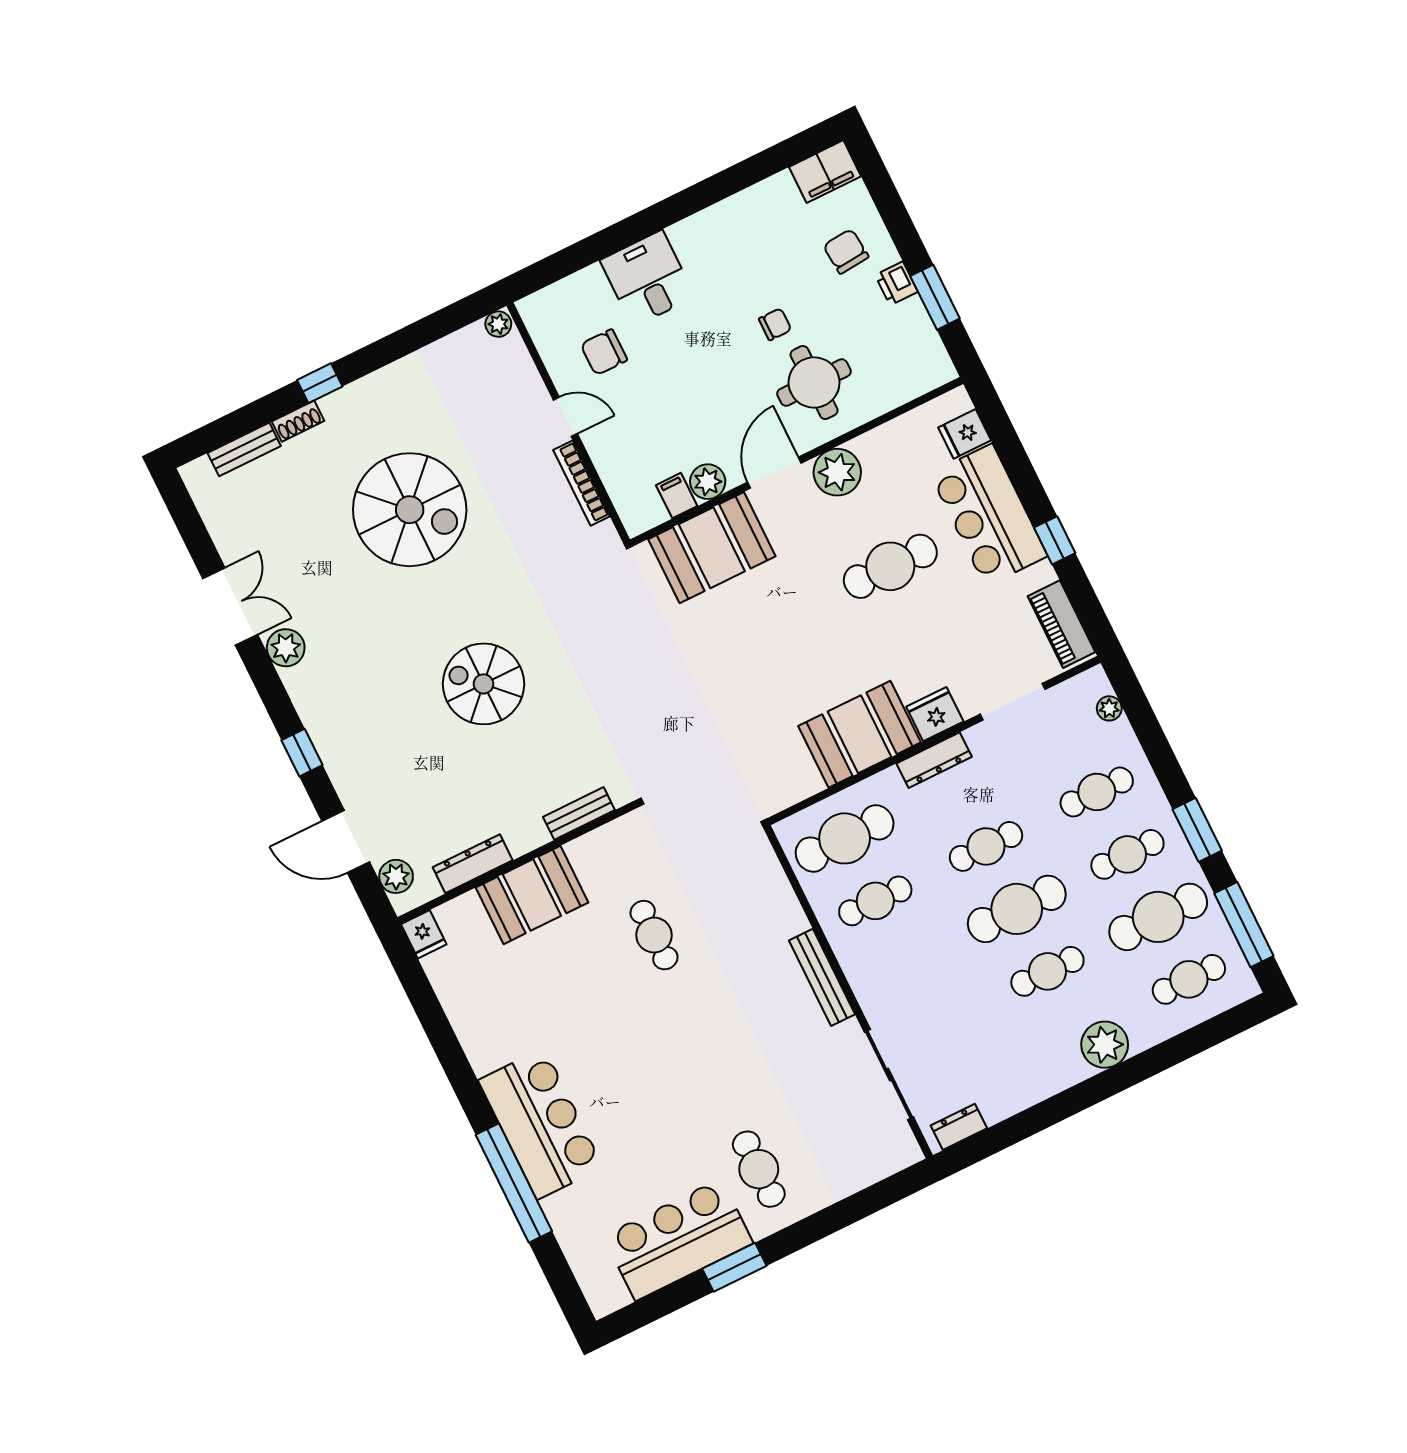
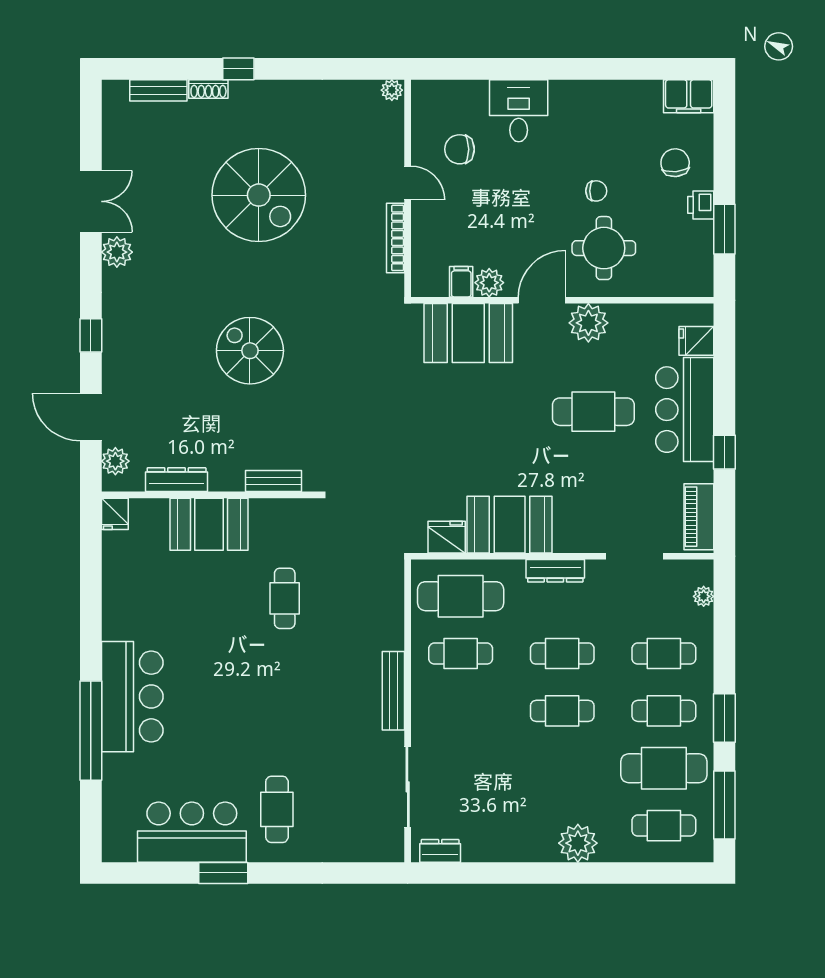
fridge: (935, 714) -> (447, 537), moved
cafe table: (1017, 909) -> (562, 711), width x0.73, depth x0.74
cafe table: (1047, 971) -> (562, 768), removed

